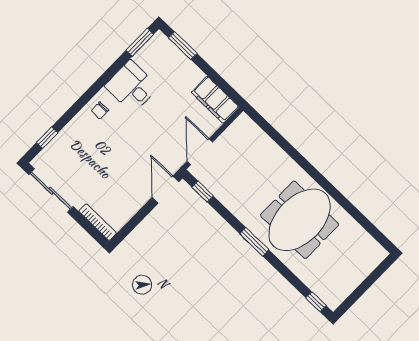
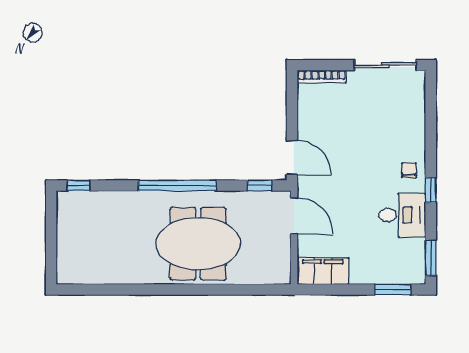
window: (47, 138) -> (431, 190), moved
meeting table: (300, 220) -> (198, 244), moved, turned 90
window: (254, 242) -> (177, 186), width x2.11

